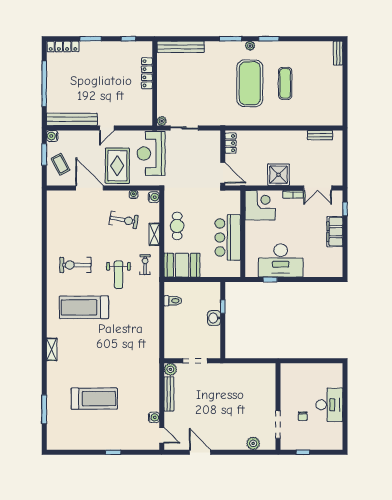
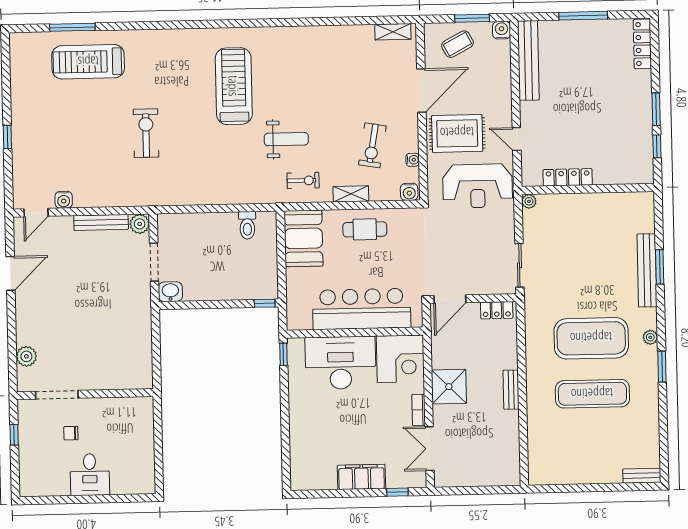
window: (91, 39) -> (656, 109), moved
window: (231, 39) -> (660, 267), moved
bench: (181, 47) -> (647, 270), moved
locker: (147, 73) -> (568, 177), moved
exercise mat: (285, 83) -> (592, 394), width x1.36, depth x1.45
window: (44, 84) -> (583, 16), width x0.68
door: (107, 128) -> (517, 139), moved
sliding door: (184, 128) -> (519, 265), moved
bench: (320, 135) -> (511, 390), moved
reception desk: (151, 153) -> (478, 186), turned 180
bar counter: (228, 237) -> (362, 309), width x1.36
desk: (281, 261) -> (341, 363), moved, turned 90
exercise bike: (75, 265) -> (146, 133), moved
weight bench: (119, 275) -> (286, 139), turned 180
window: (270, 280) -> (283, 354), moved
window: (223, 306) -> (265, 303), moved
washbasin: (214, 318) -> (170, 292), moved
shelving: (52, 349) -> (393, 32), moved
treadmill: (94, 399) -> (88, 62), moved, turned 90
desk: (329, 405) -> (90, 475), width x0.73

